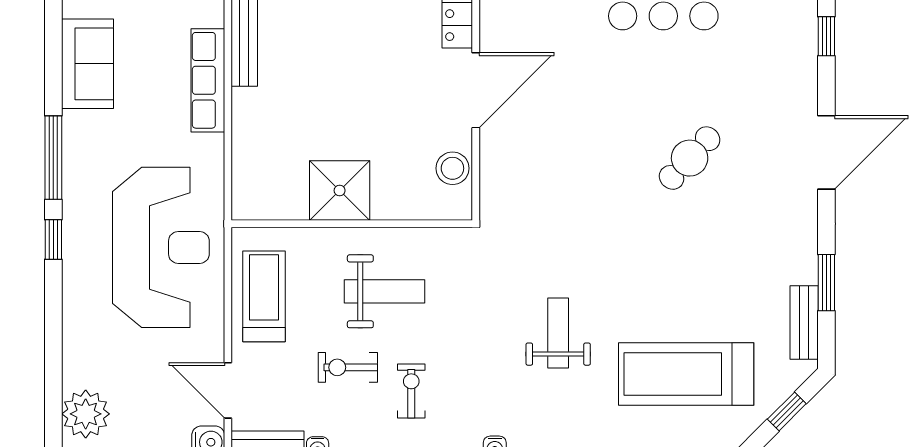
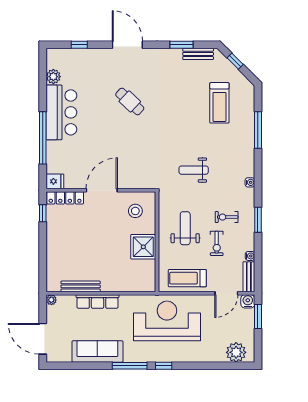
sofa: (87, 64) -> (97, 351), width x1.36
door: (476, 90) -> (102, 190), hinge flipped
stool: (452, 168) -> (135, 211), moved
weight bench: (558, 333) -> (194, 170), moved
treadmill: (686, 374) -> (219, 103), width x0.73, depth x0.73

